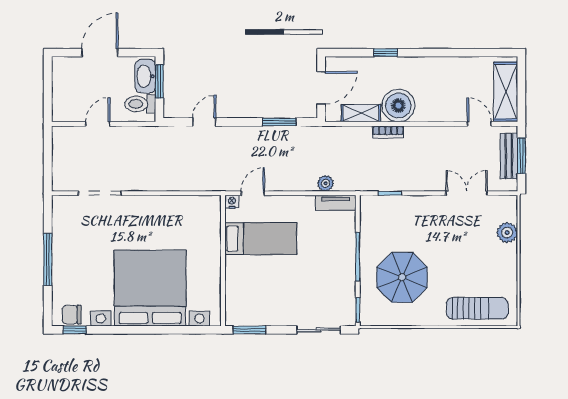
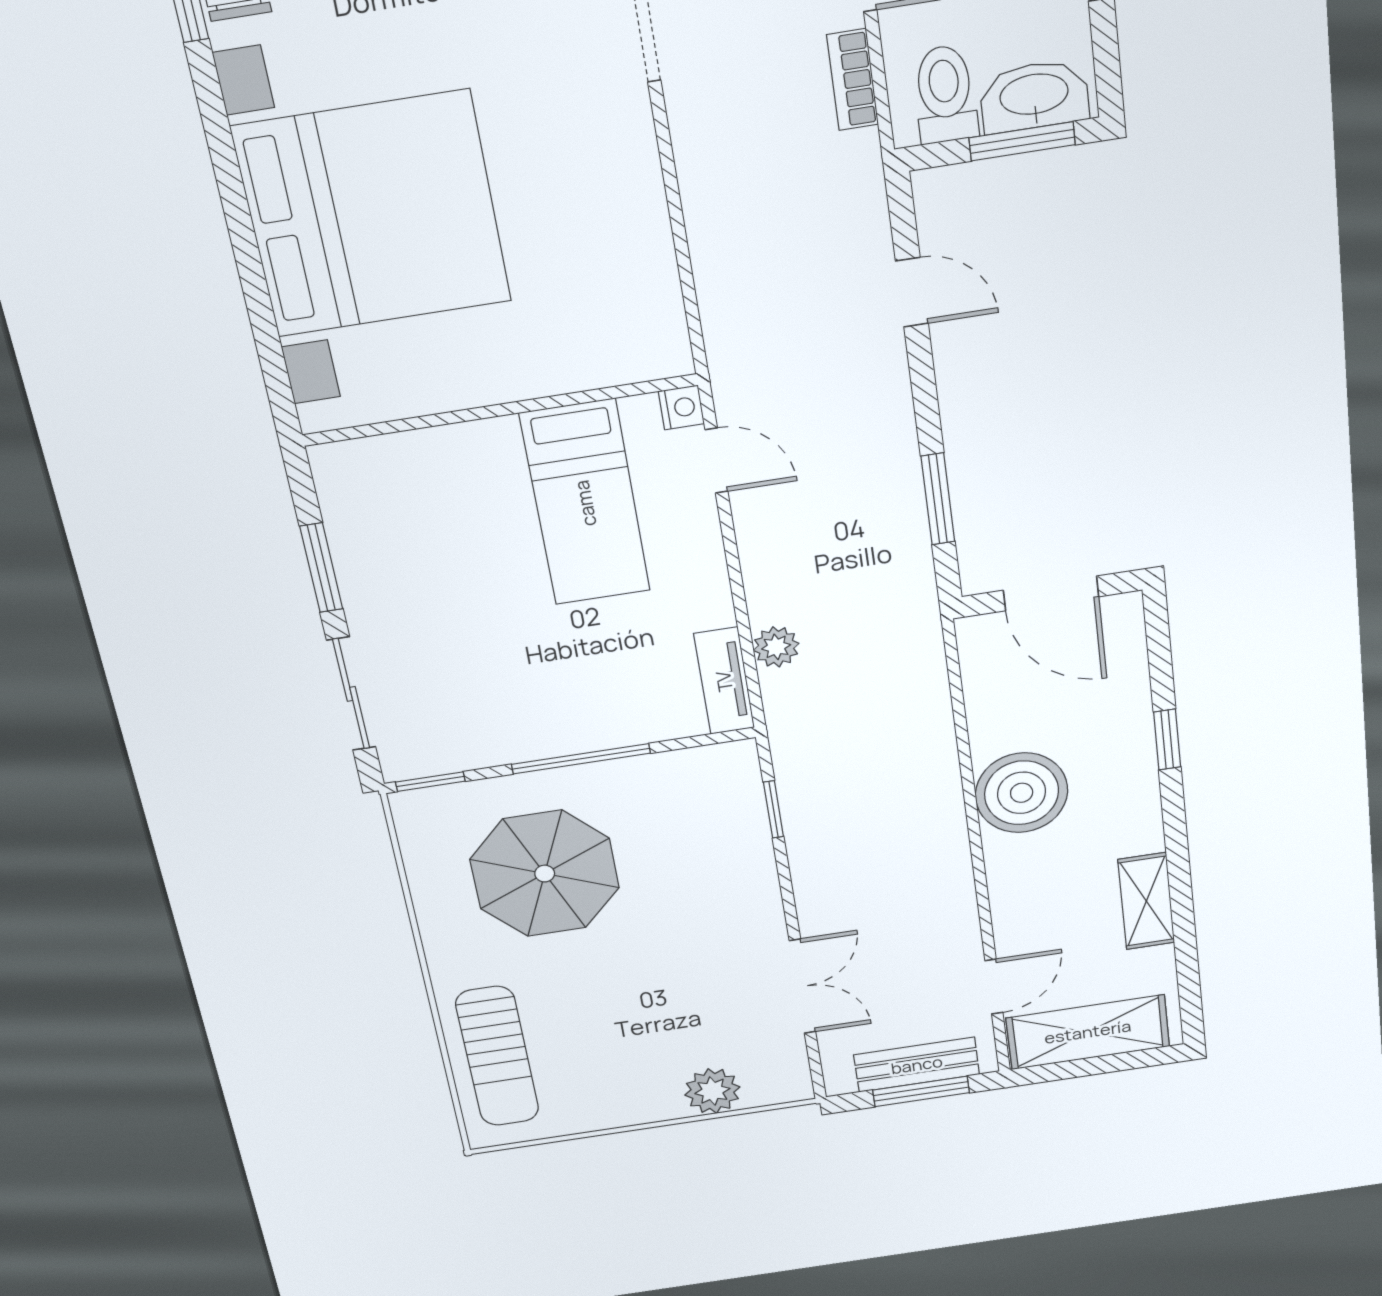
shelving: (361, 113) -> (1146, 901), moved
bookcase: (388, 132) -> (853, 80), moved
window: (249, 330) -> (321, 568), moved

